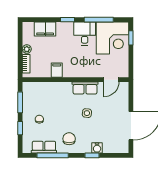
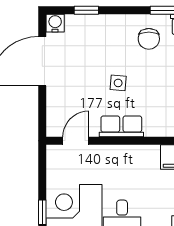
water cooler: (97, 148) -> (55, 23), moved
window: (92, 155) -> (86, 10), moved

